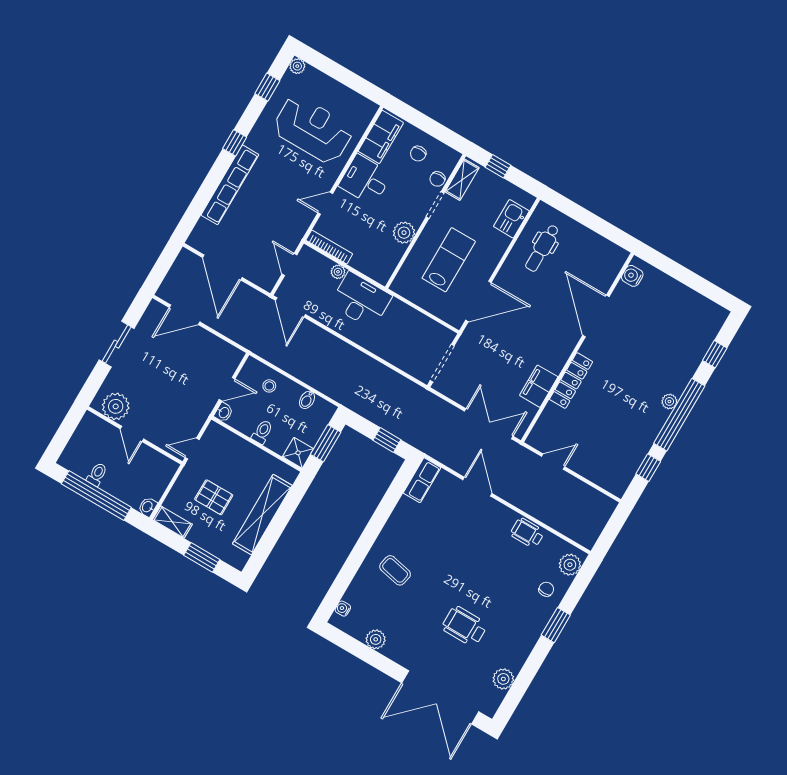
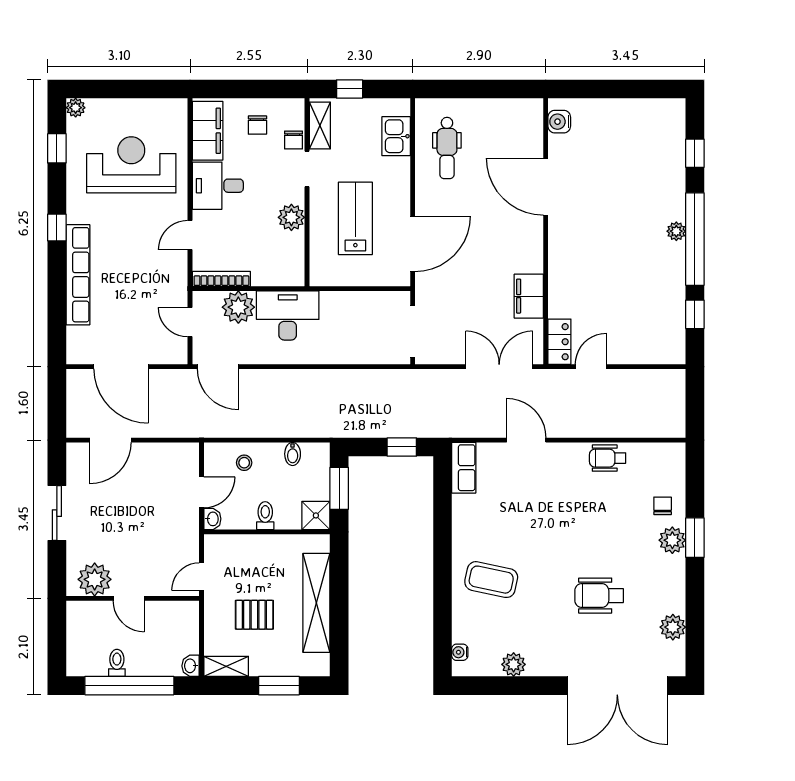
plant: (338, 272) -> (238, 307), width x1.88, depth x1.88
locker: (571, 381) -> (559, 342), moved, width x0.66
plant: (570, 565) -> (672, 540), moved
coffee table: (395, 570) -> (491, 580), width x1.36, depth x1.30

